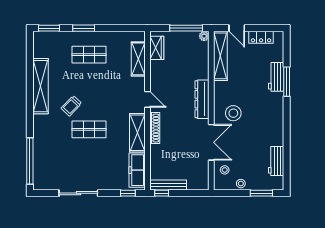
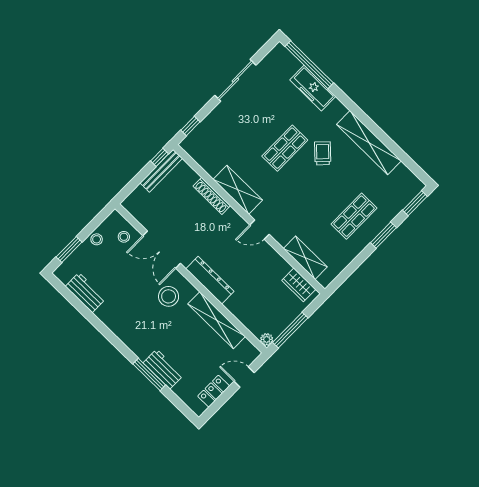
shelving: (220, 56) -> (217, 320), moved
shoe rack: (155, 128) -> (212, 196), moved
freezer: (137, 170) -> (313, 88), moved, turned 180

